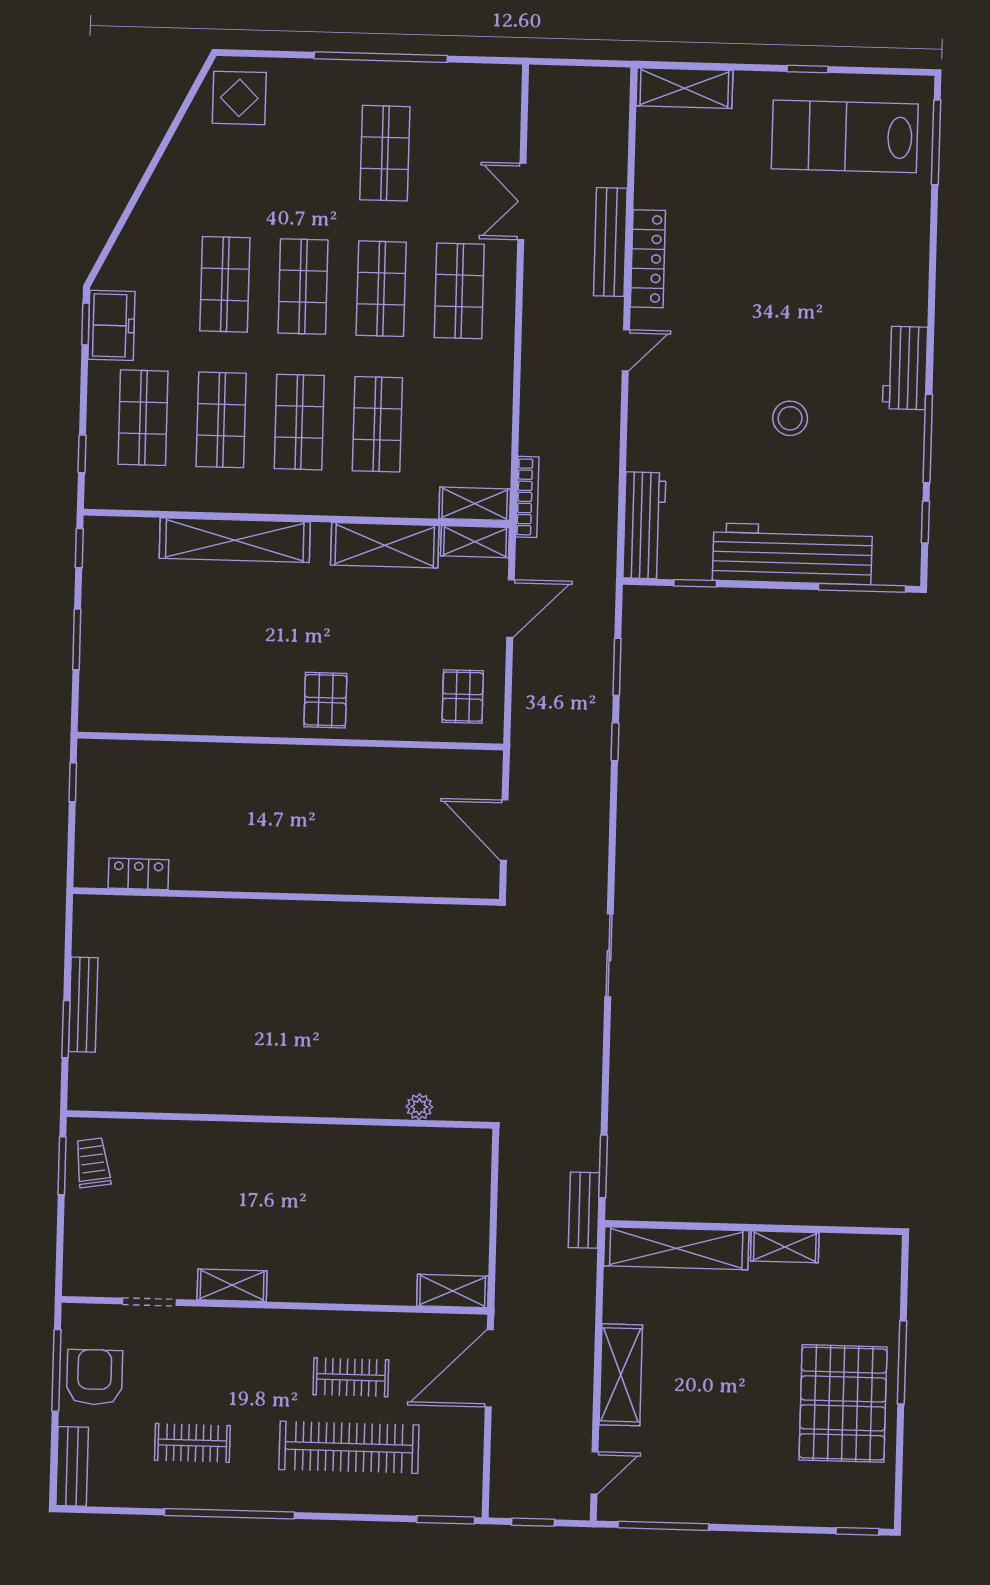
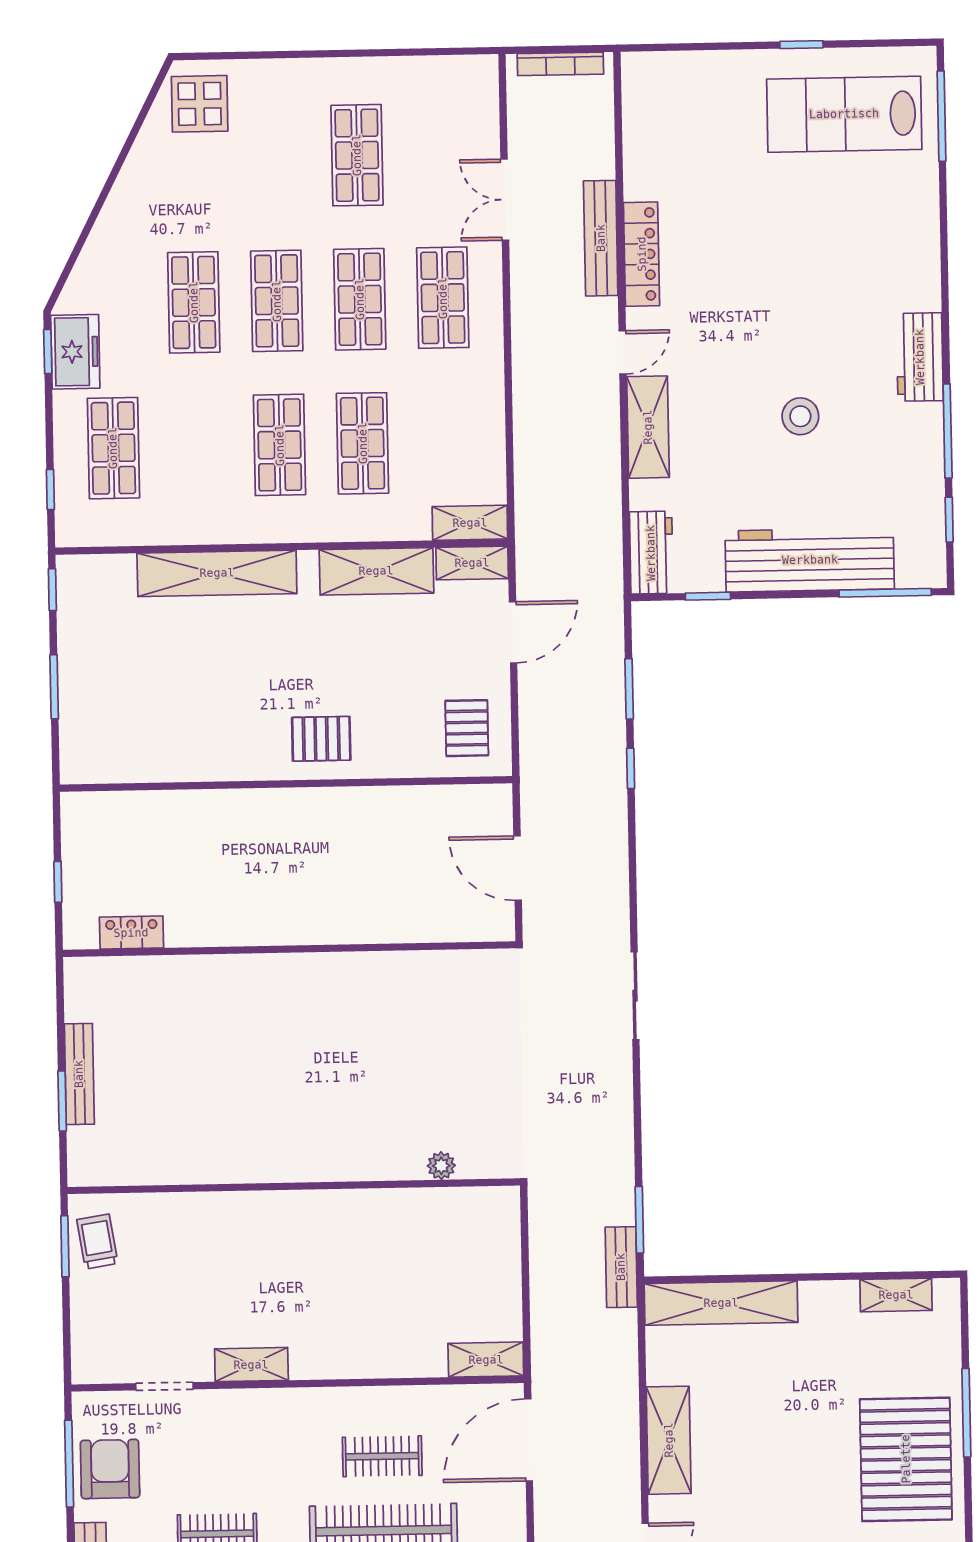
window: (381, 57) -> (348, 53), removed
shelving: (684, 88) -> (648, 427), moved, turned 90
shop shelf: (221, 420) -> (196, 446), removed
bookcase: (527, 497) -> (560, 64), moved, turned 90
workbench: (644, 525) -> (651, 553), width x0.73
pallet: (325, 700) -> (321, 739), turned 90
window: (73, 782) -> (58, 882), moved
shelving: (785, 1247) -> (896, 1295), moved

